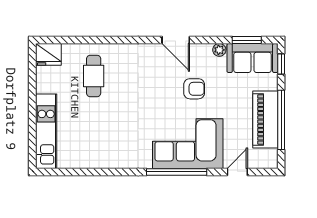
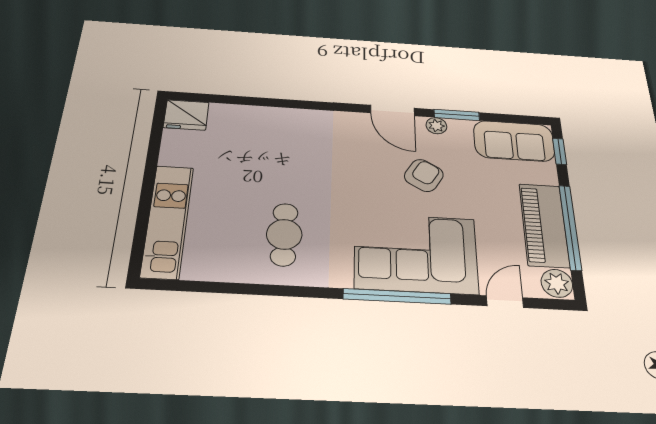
window: (247, 40) -> (457, 115), moved
plant: (219, 50) -> (436, 126), moved
cafe table: (94, 76) -> (284, 234), moved
armchair: (194, 89) -> (424, 175), turned -59
plant: (269, 159) -> (557, 283), added

